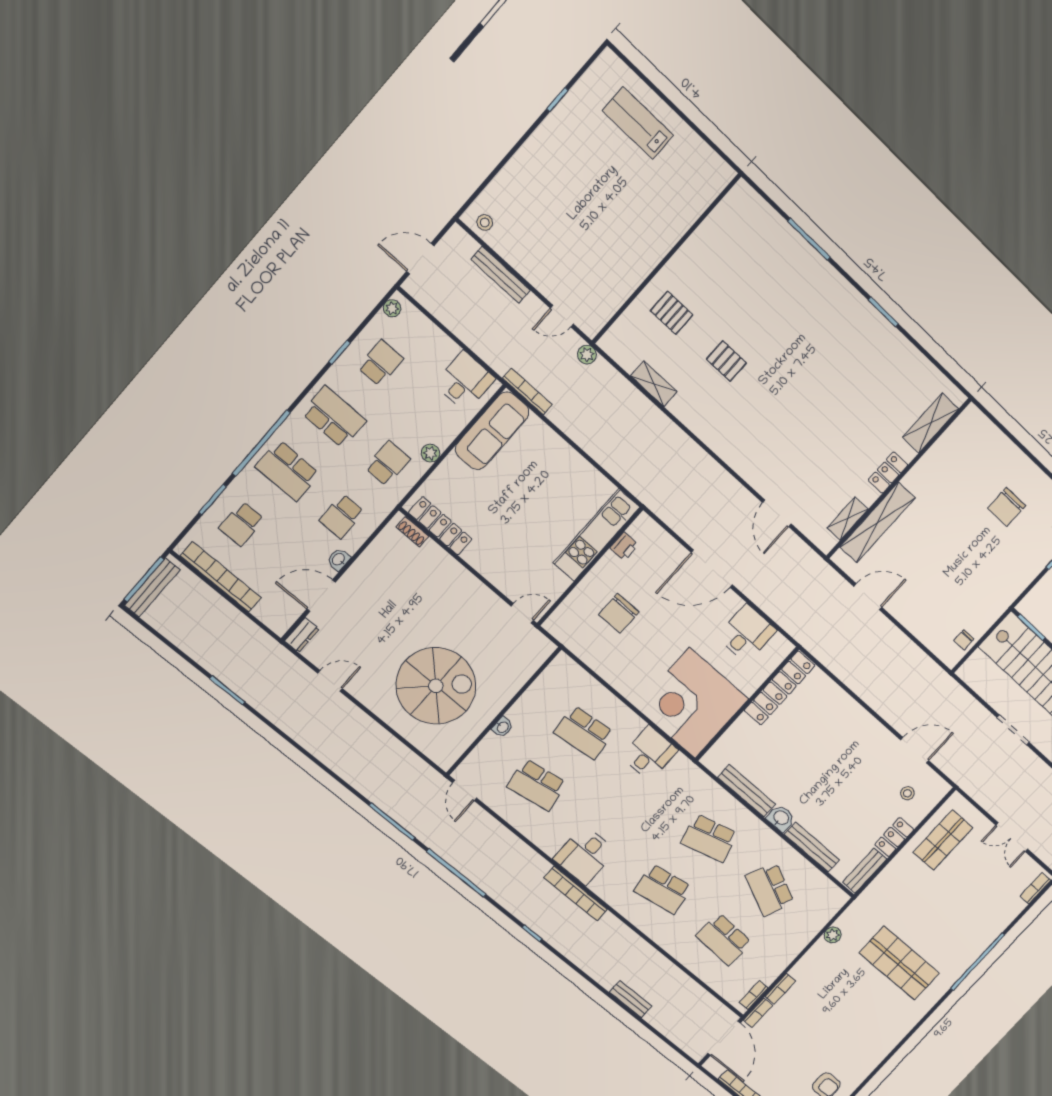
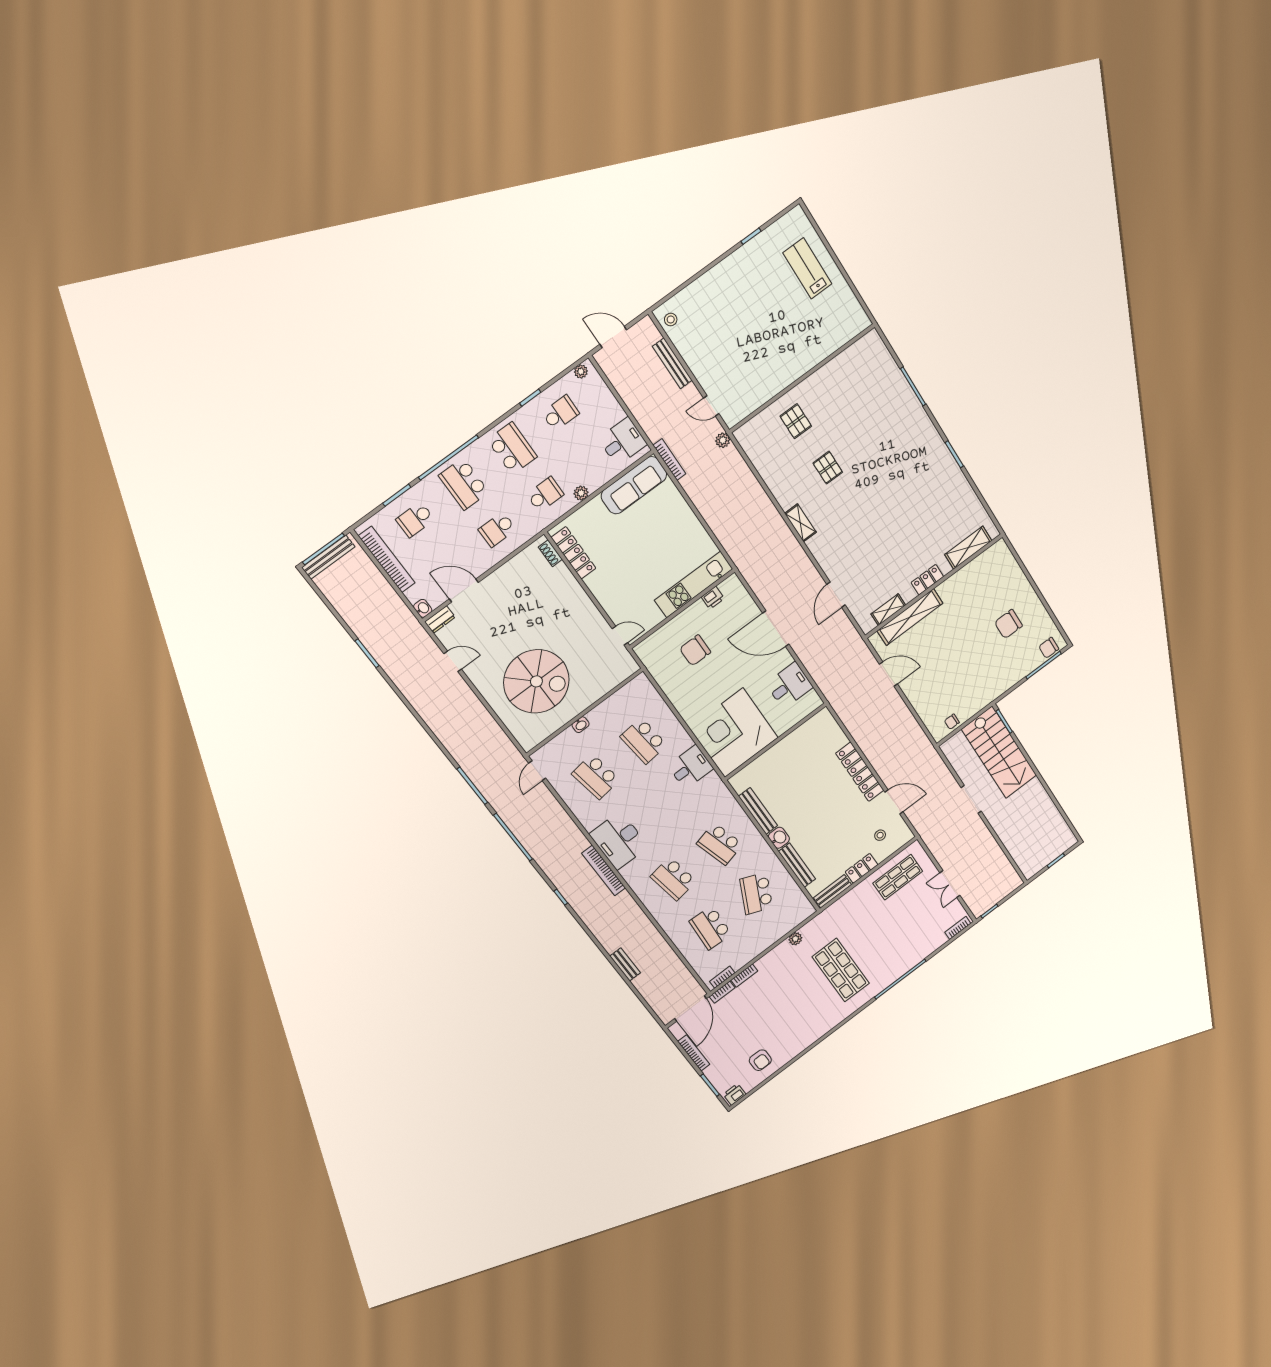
shelving: (654, 384) -> (800, 523), moved
washbasin: (339, 560) -> (423, 608), moved, turned 90
locker: (780, 688) -> (860, 772), moved, turned 90
desk: (585, 855) -> (619, 840), width x1.37

